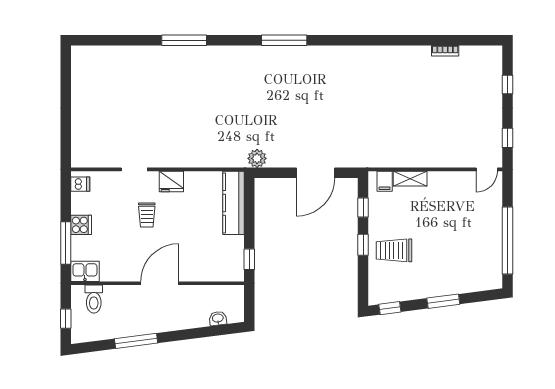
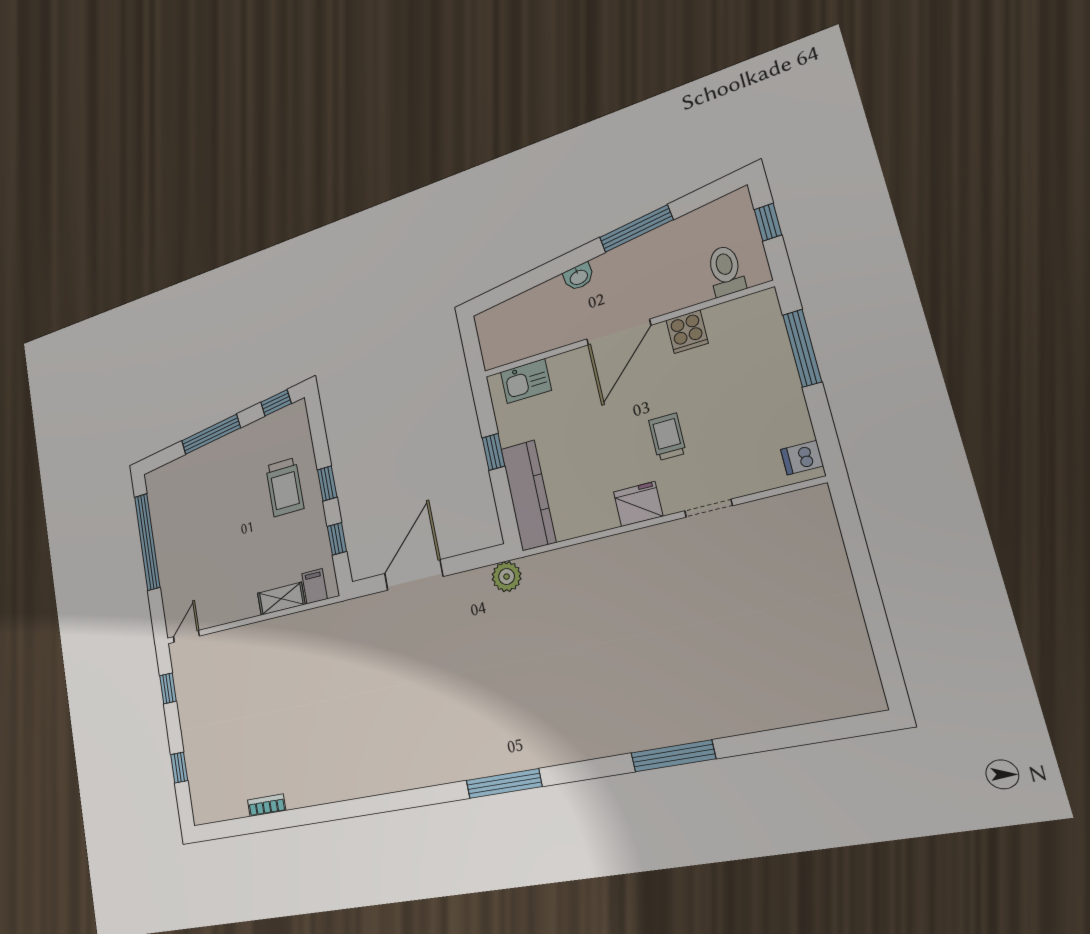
cooker: (81, 225) -> (687, 332), moved, turned -90
trolley: (394, 250) -> (285, 487), turned 90
window: (249, 259) -> (493, 452), moved
kitchen sink: (85, 271) -> (526, 381), moved
window: (443, 301) -> (211, 434), width x1.44
washbasin: (218, 318) -> (579, 277), moved

